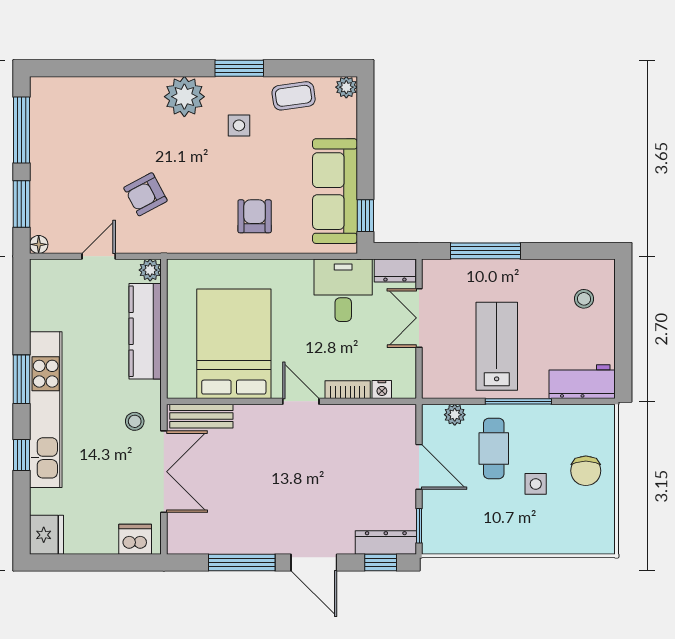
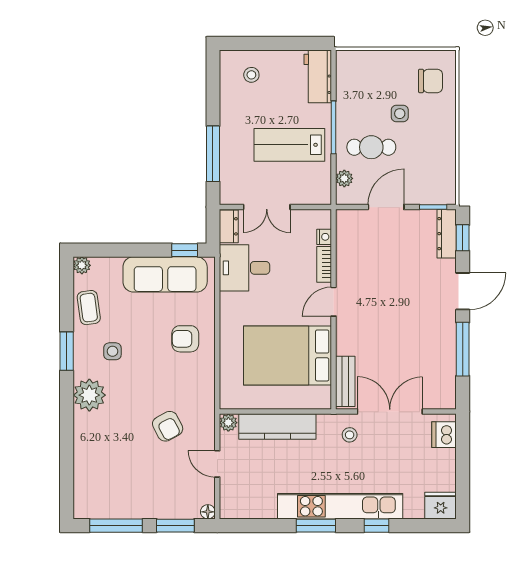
chair: (586, 471) -> (431, 81), moved

